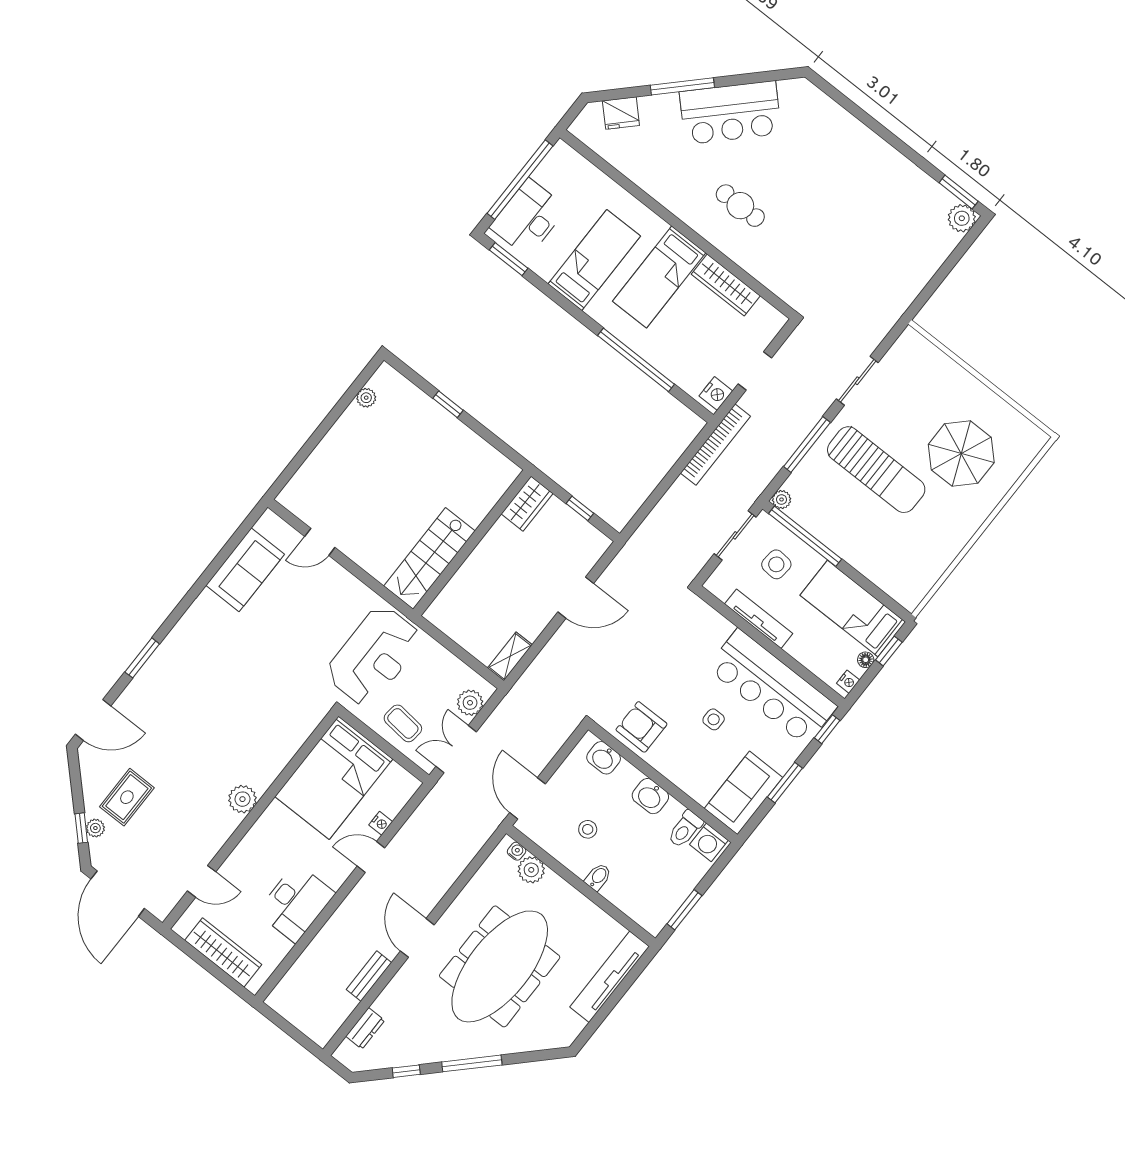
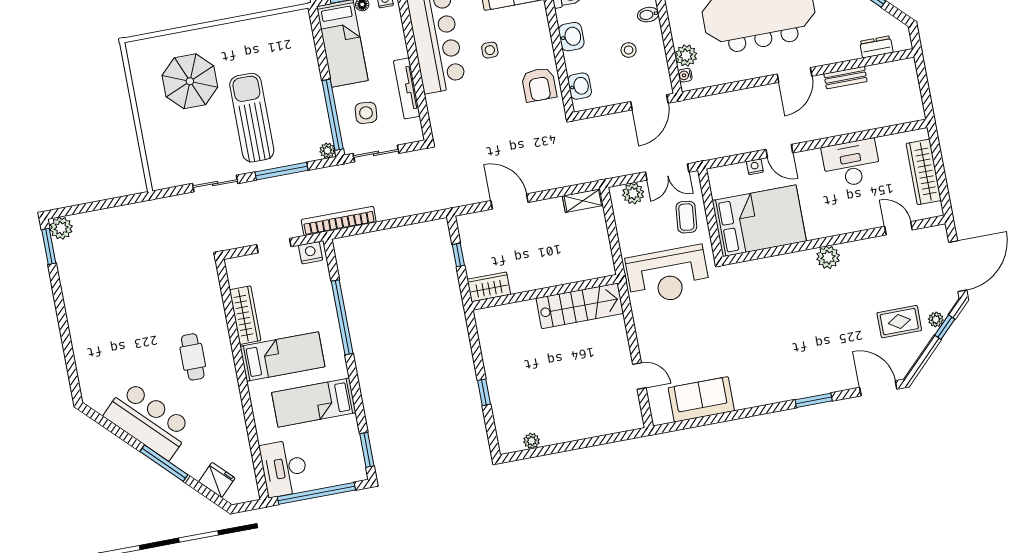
desk: (528, 218) -> (284, 468), moved, turned 90
reception desk: (374, 656) -> (668, 275), turned 180

